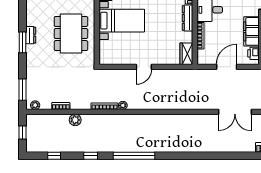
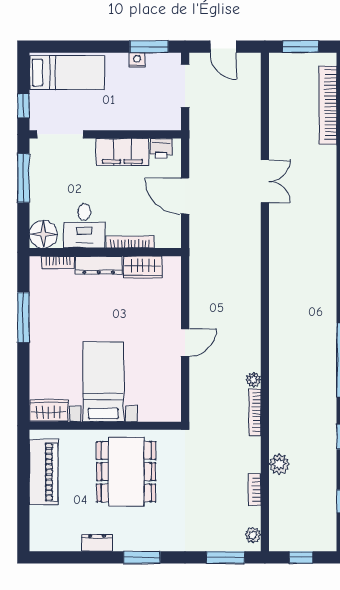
dining table: (71, 34) -> (126, 472), turned 90
dresser: (31, 35) -> (97, 543), moved
wardrobe: (186, 54) -> (143, 267), moved
door: (144, 67) -> (185, 342), hinge flipped
double door: (235, 112) -> (265, 181), width x0.73

